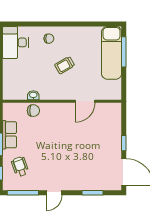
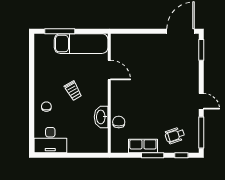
exam couch: (112, 53) -> (81, 44), moved
washbasin: (33, 95) -> (101, 117), width x1.91, depth x1.45
window: (124, 143) -> (151, 31), removed
window: (92, 193) -> (201, 50), moved

